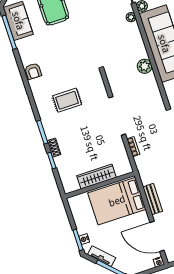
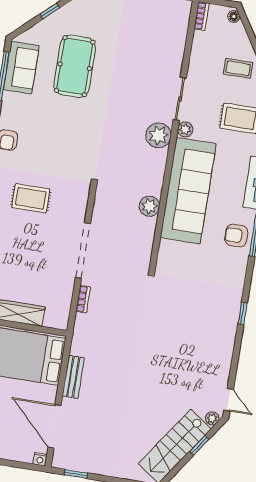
plant: (131, 17) -> (158, 135), width x1.87, depth x1.87

